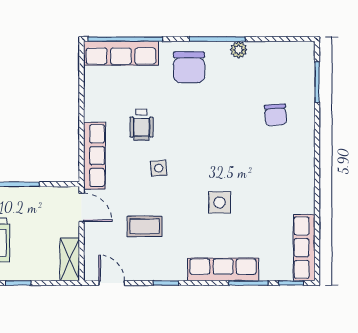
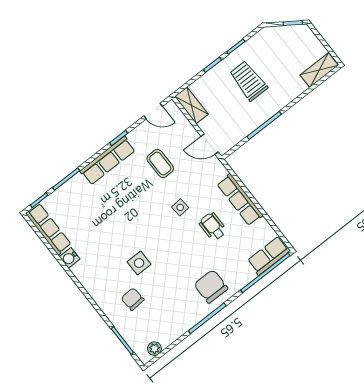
plant: (239, 50) -> (154, 349), moved
row of seats: (121, 53) -> (269, 256), width x0.68
row of seats: (94, 156) -> (240, 200), moved
side table: (220, 202) -> (139, 263), moved
water cooler: (306, 203) -> (69, 258), added
coffee table: (145, 226) -> (160, 163), turned 90
row of seats: (223, 269) -> (108, 161), moved

